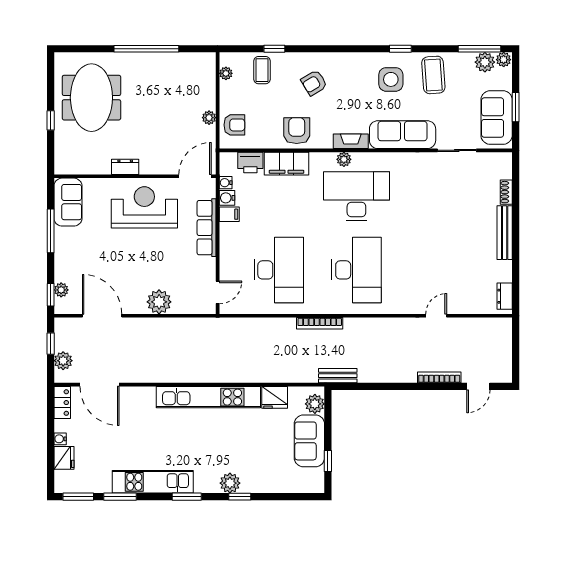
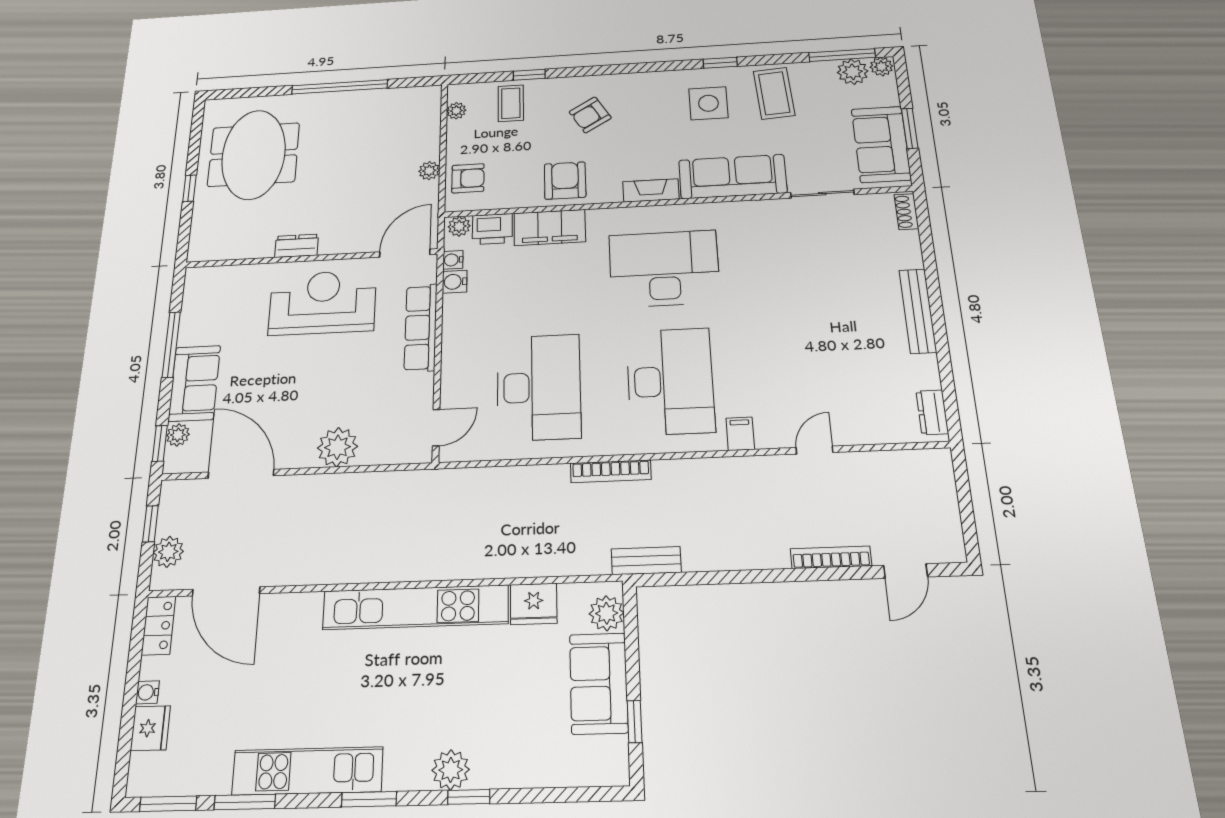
plant: (344, 159) -> (459, 226), moved
shoe rack: (506, 192) -> (906, 212), moved
sofa: (68, 202) -> (194, 383), moved
filing cabinet: (229, 214) -> (740, 434), moved, turned -90

